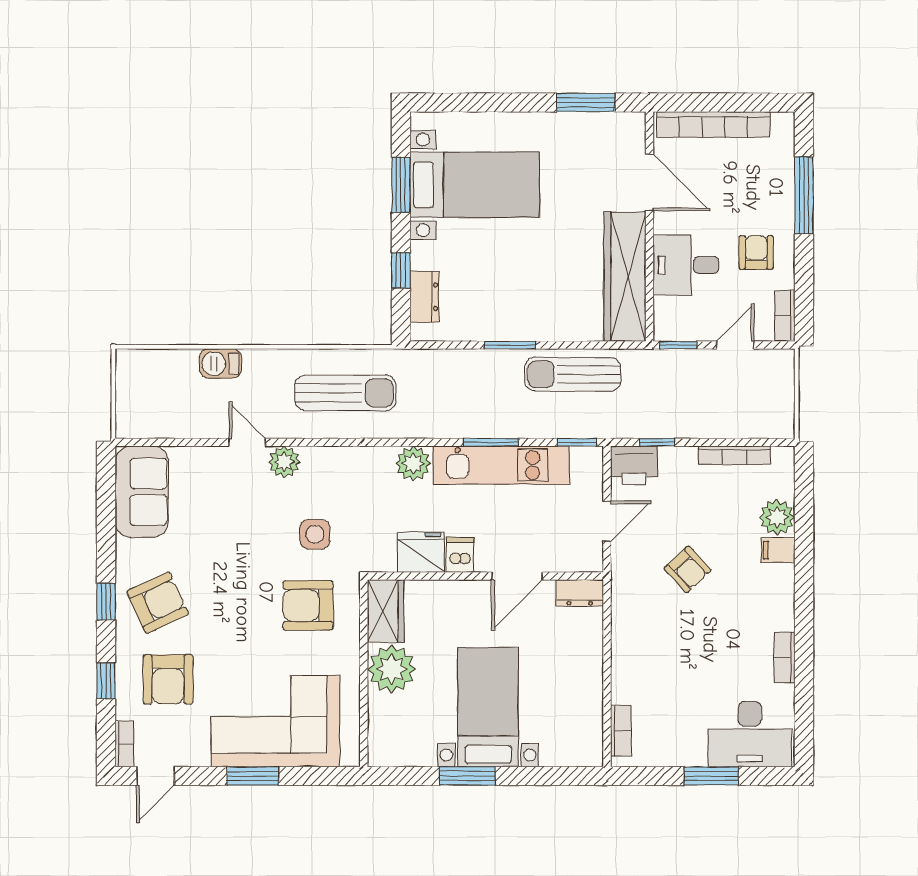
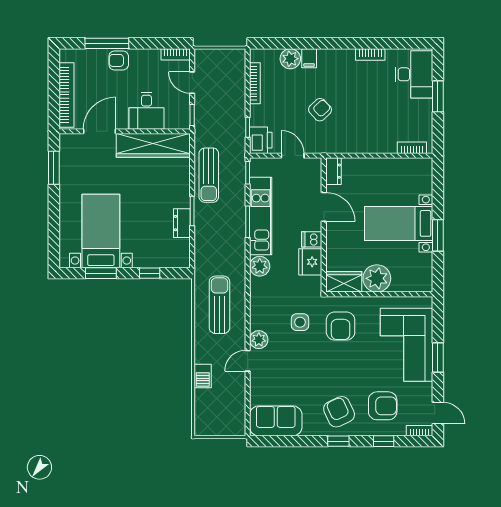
armchair: (756, 253) -> (119, 60), moved
dresser: (424, 297) -> (182, 223), moved, turned -90

